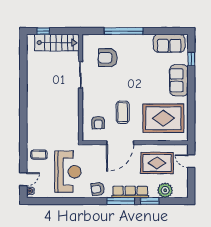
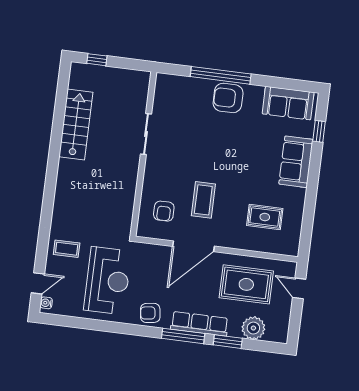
stairs: (57, 43) -> (76, 124), moved, turned -90
armchair: (108, 58) -> (228, 98), moved
rug: (163, 118) -> (265, 217), width x0.54, depth x0.49

